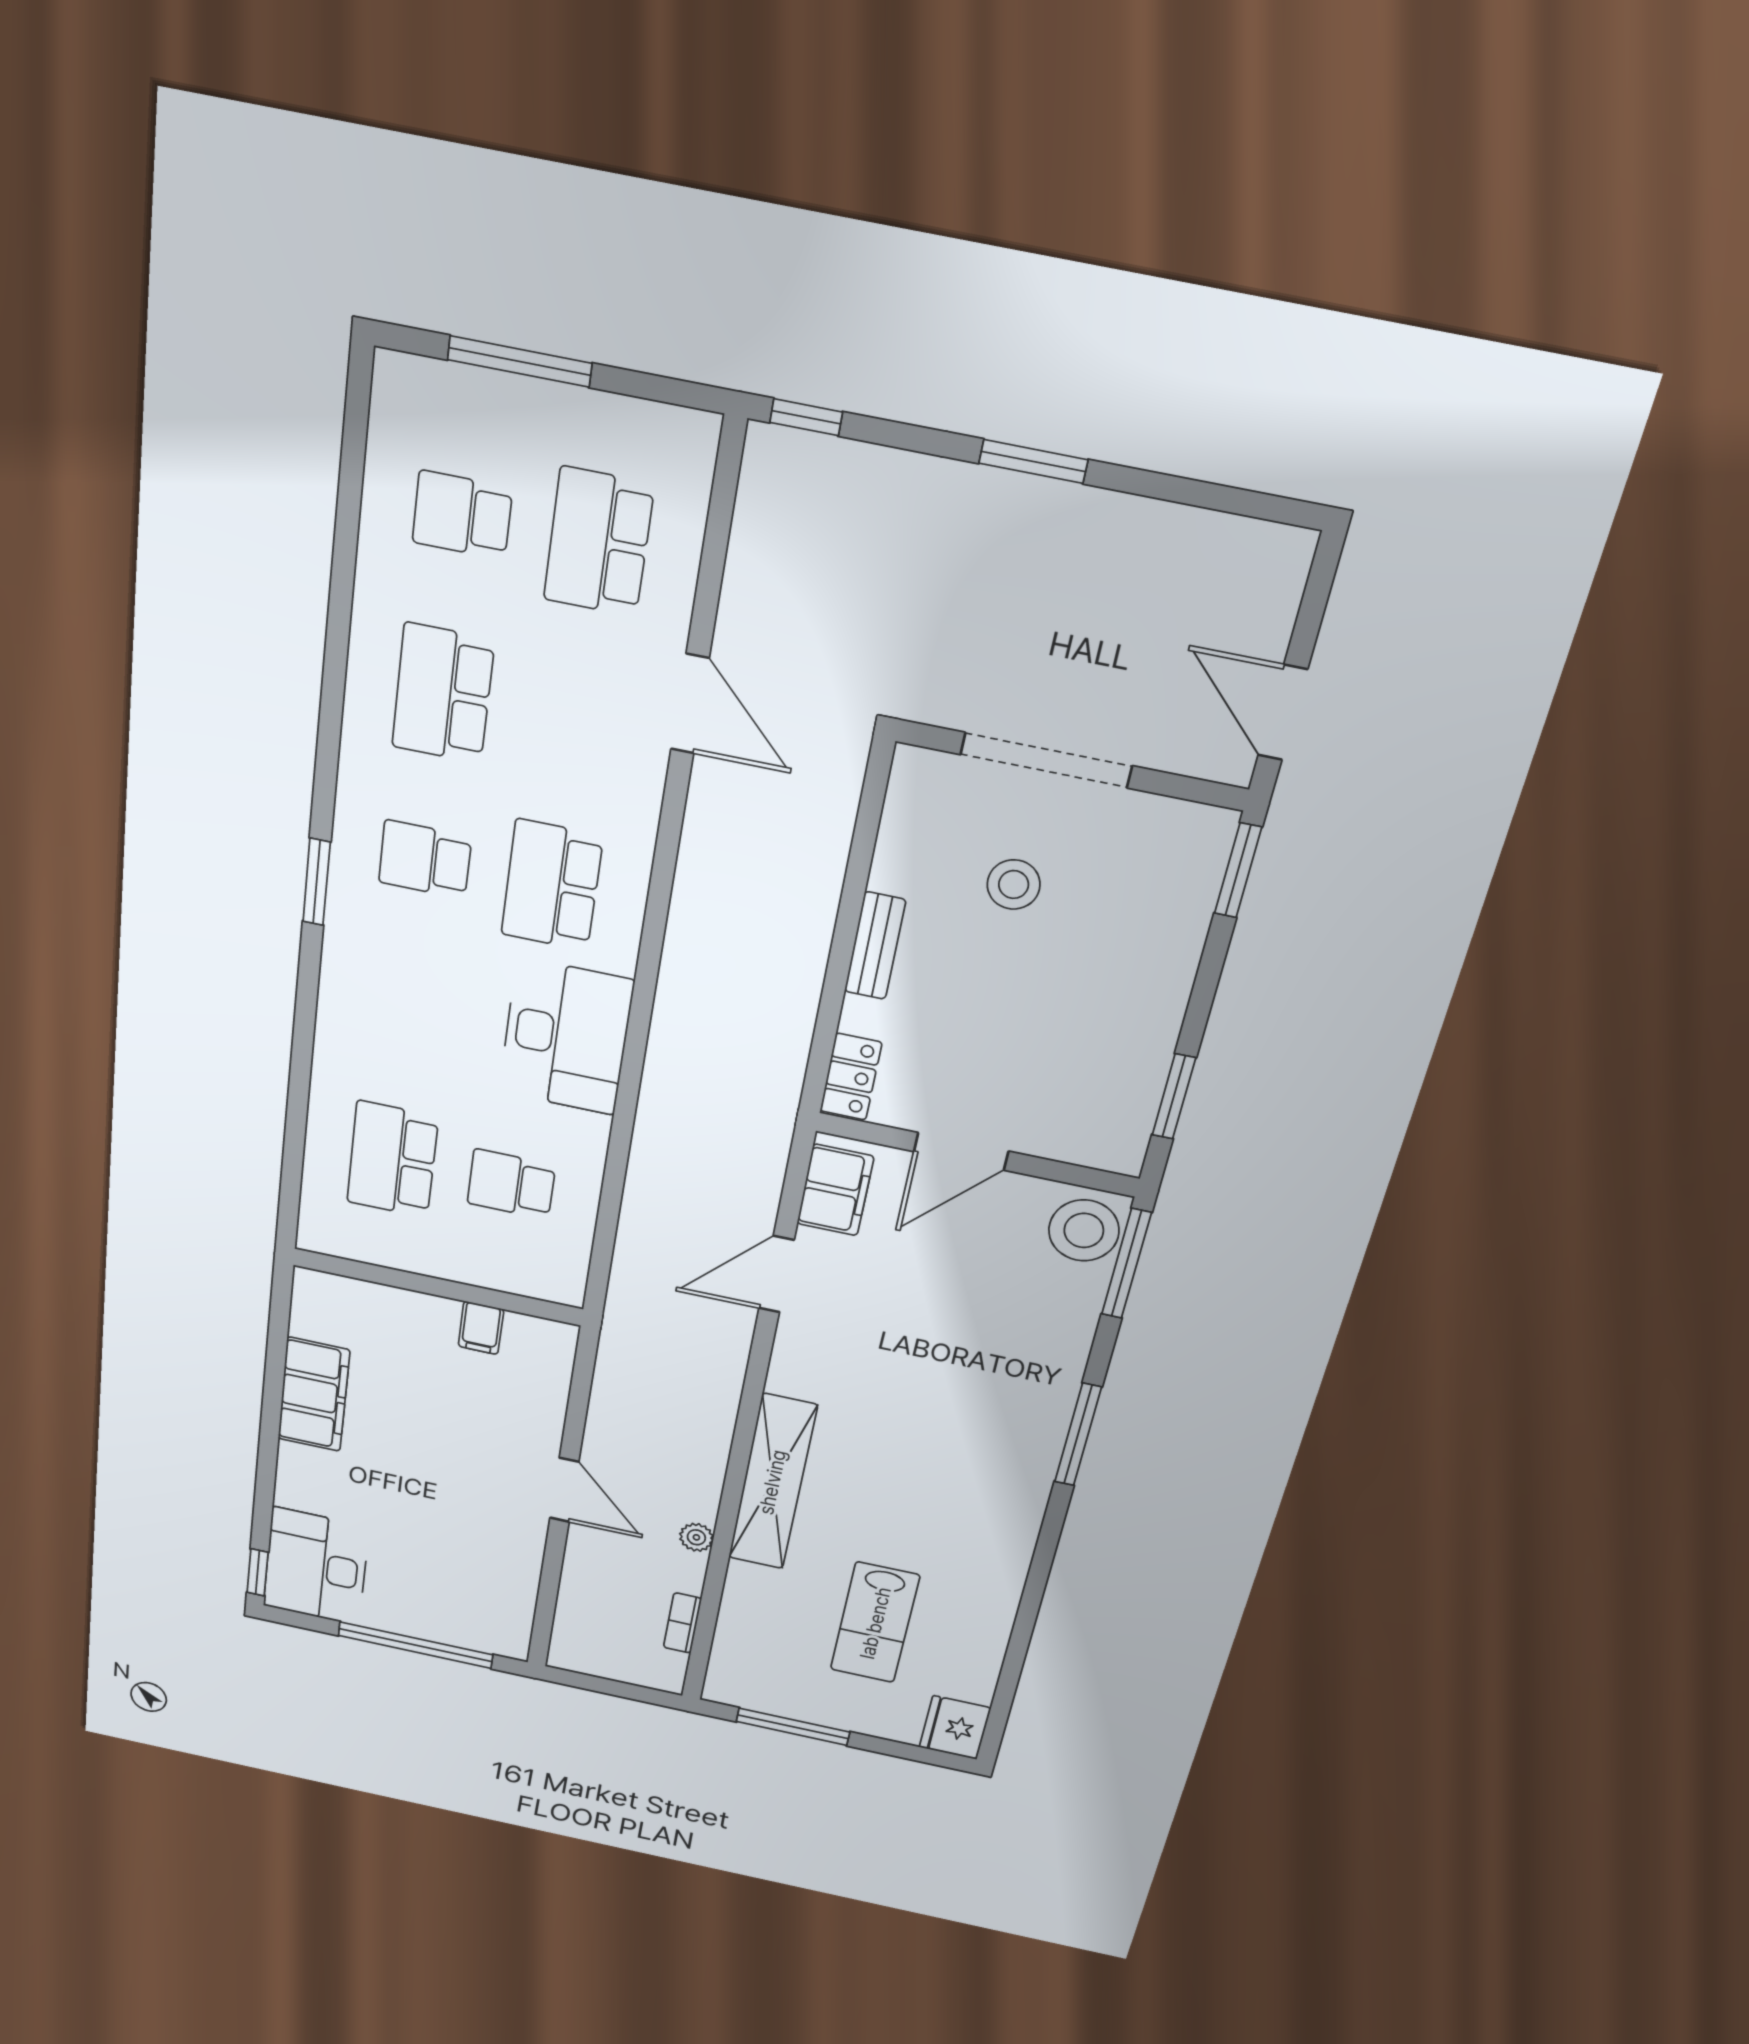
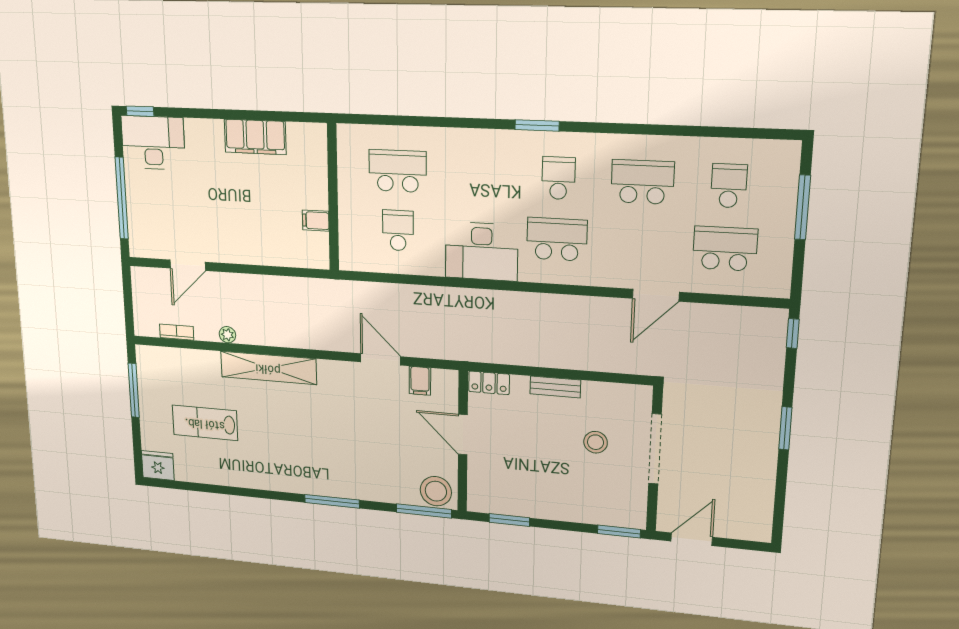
filing cabinet: (835, 1190) -> (420, 381), width x0.50
door: (564, 1490) -> (188, 265), moved

